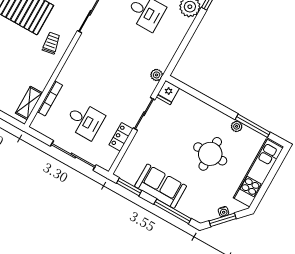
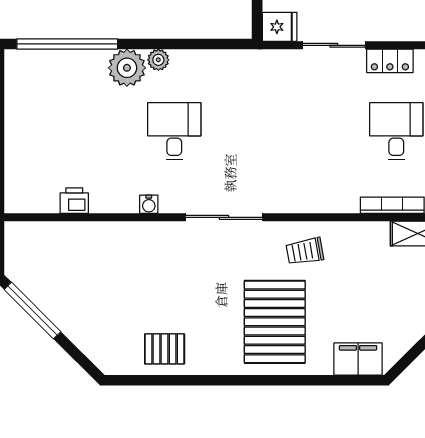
plant: (157, 75) -> (158, 60), moved

